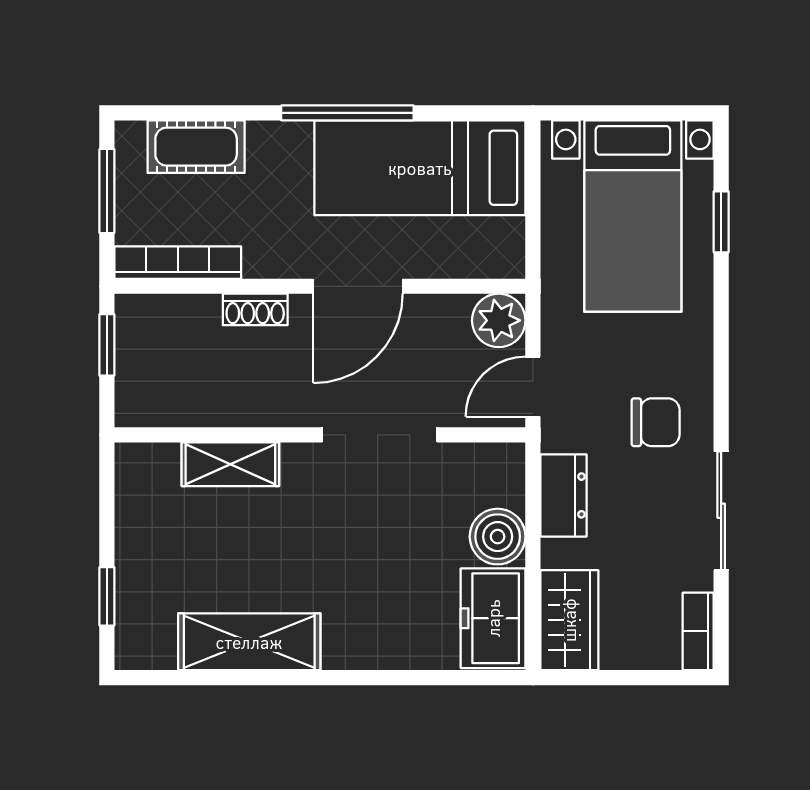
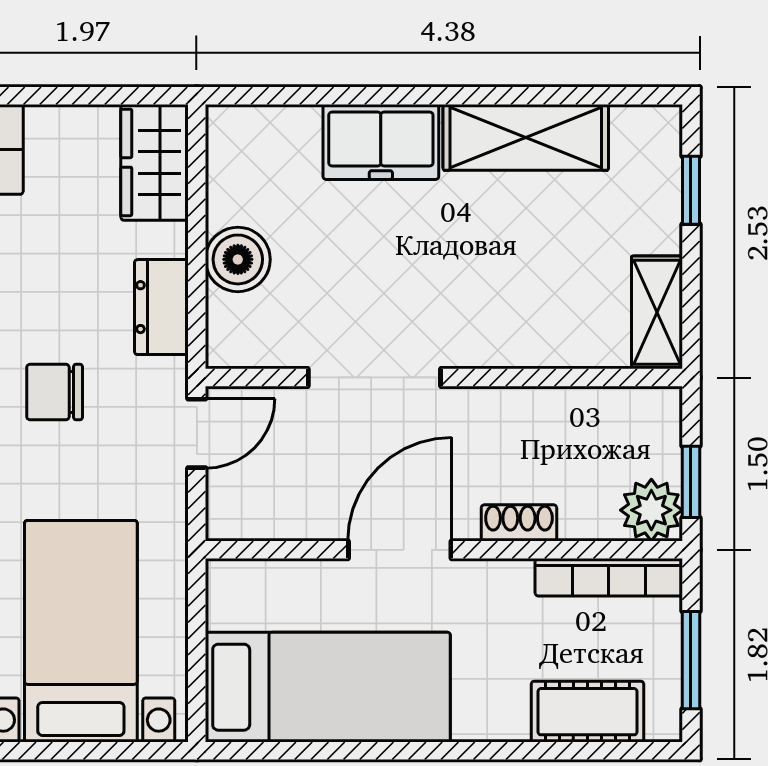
window: (347, 113) -> (412, 751), removed
plant: (499, 320) -> (651, 510), moved
shelving: (230, 464) -> (657, 312), moved, turned 90
freezer: (493, 618) -> (381, 142), moved, turned 90

